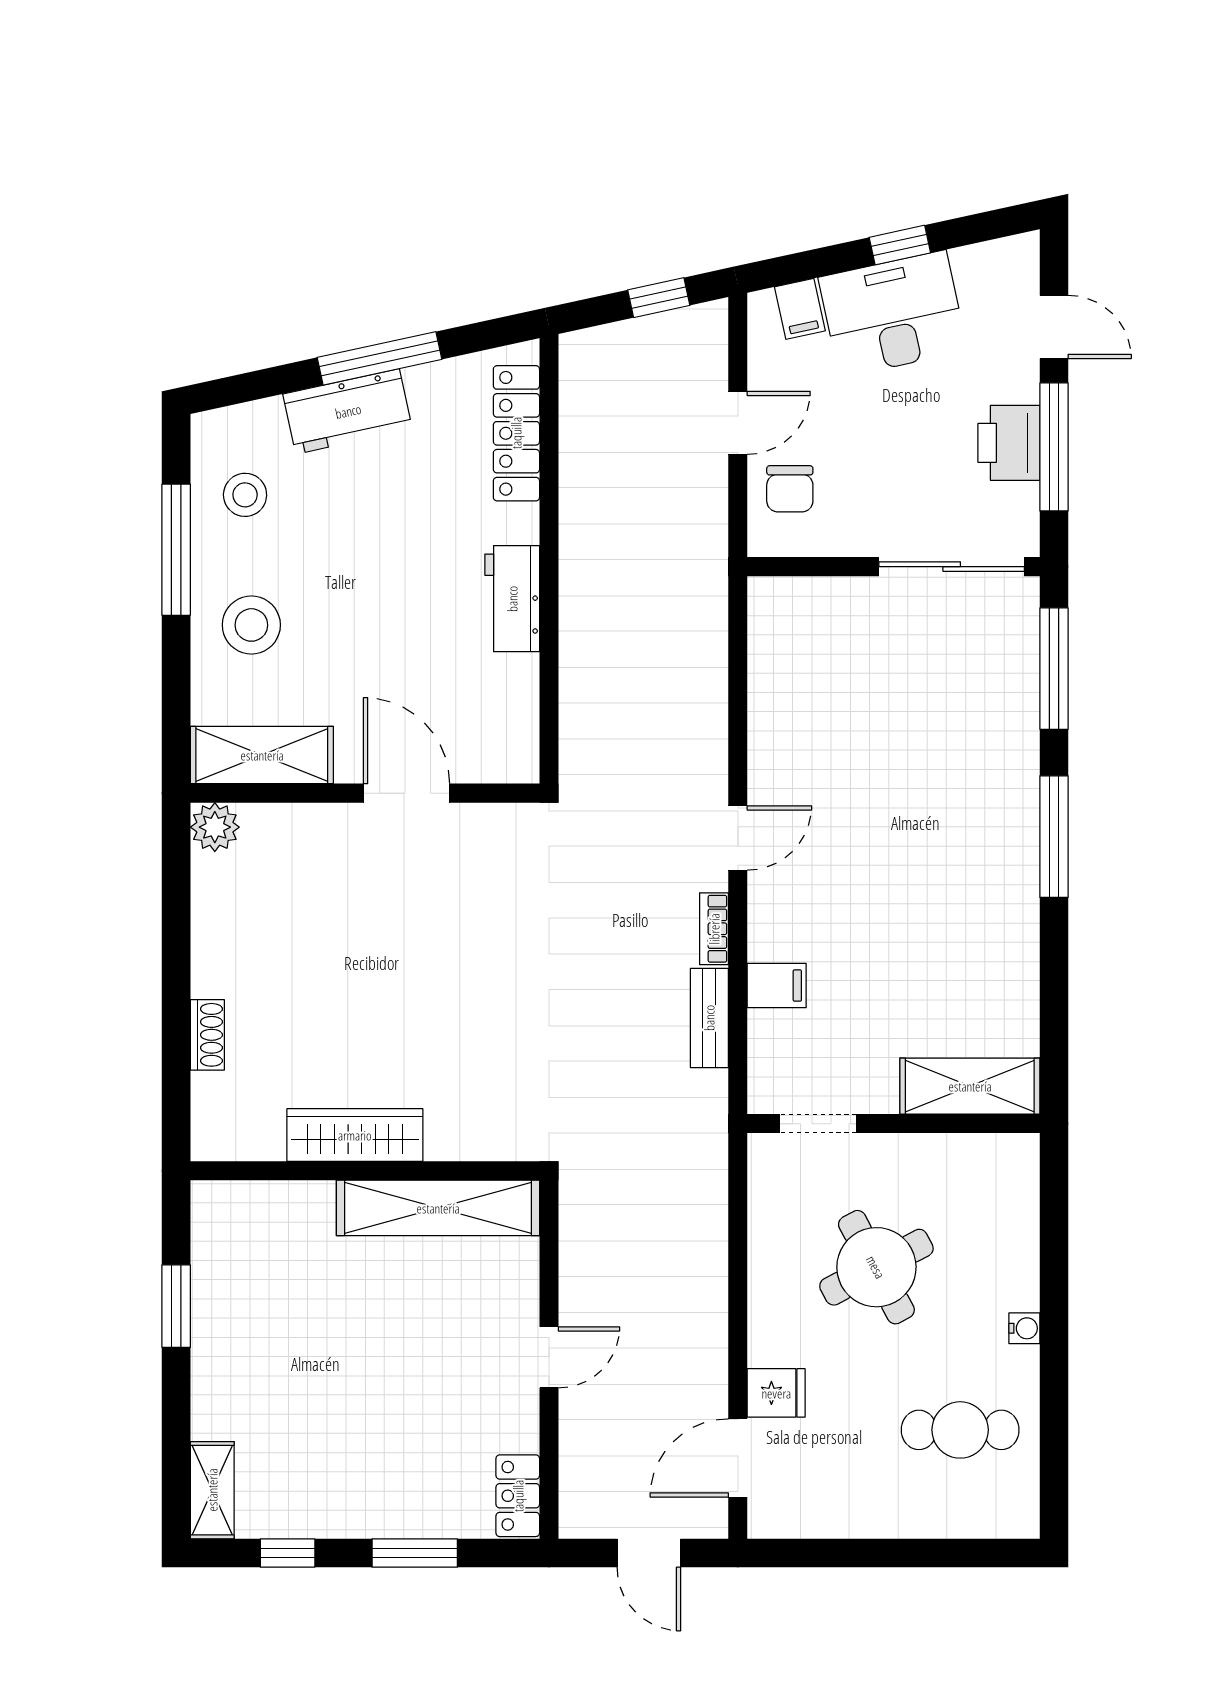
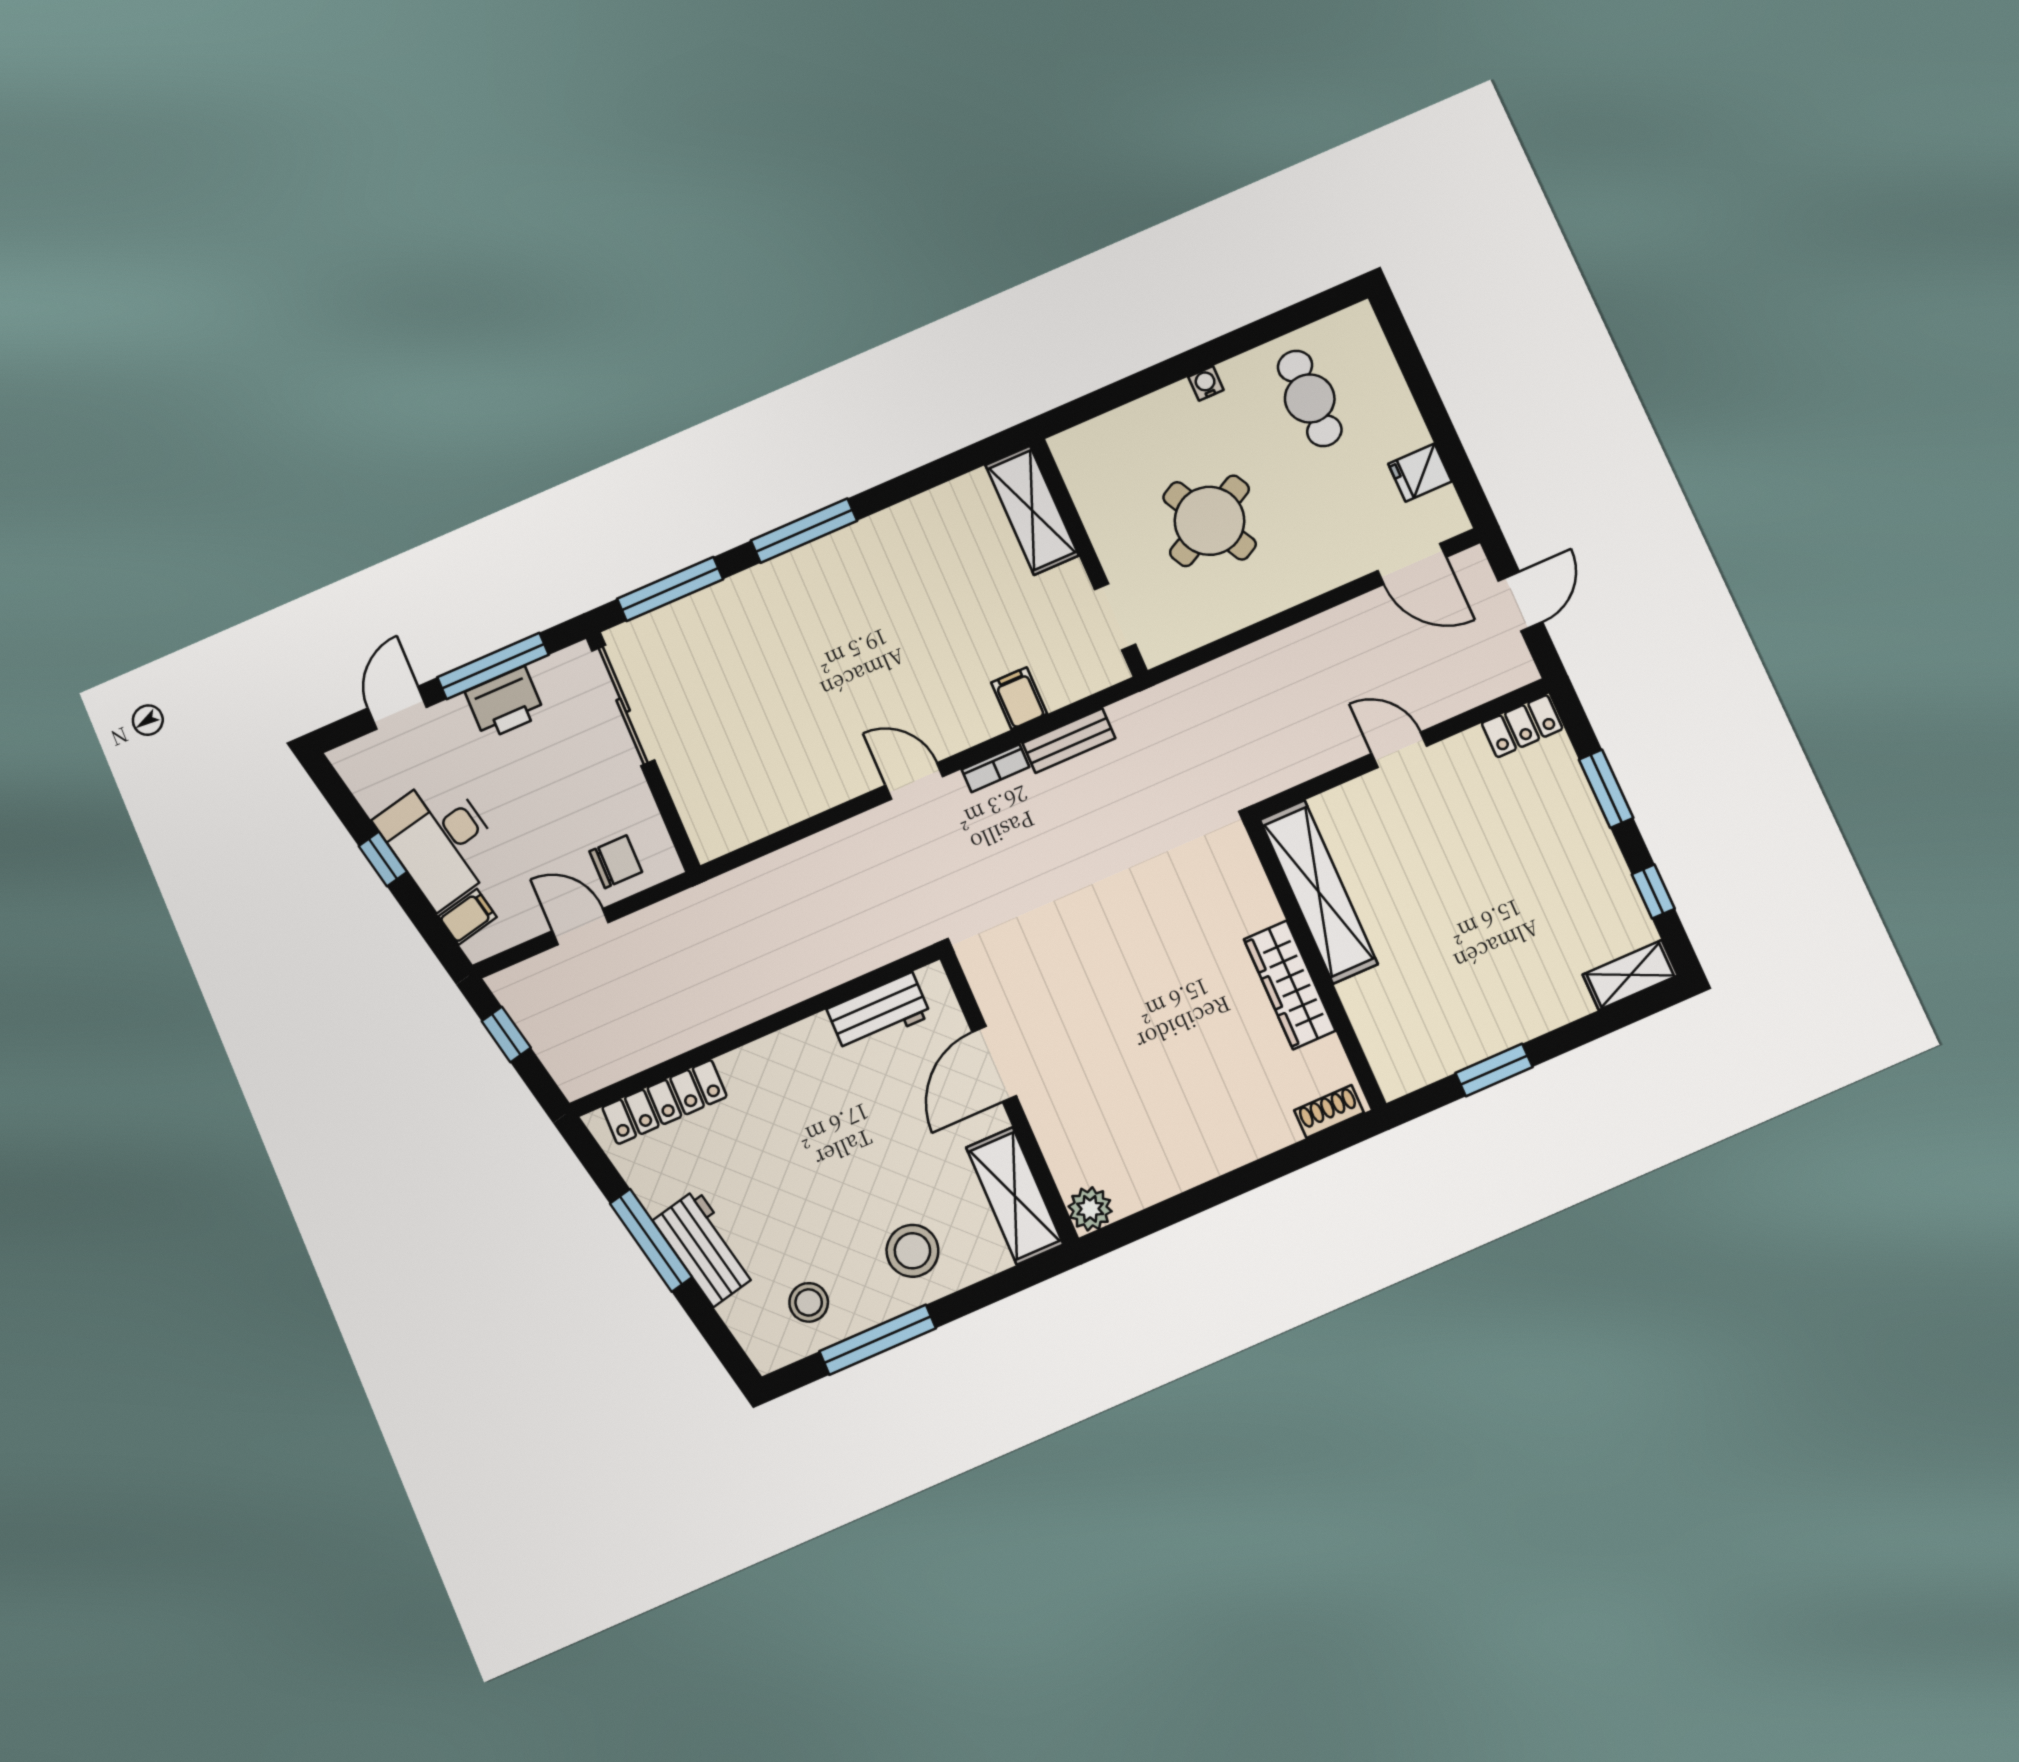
workbench: (512, 599) -> (879, 1012), moved
shoe rack: (207, 1035) -> (1329, 1112), moved
fridge: (776, 1393) -> (1420, 473), moved, turned -90

